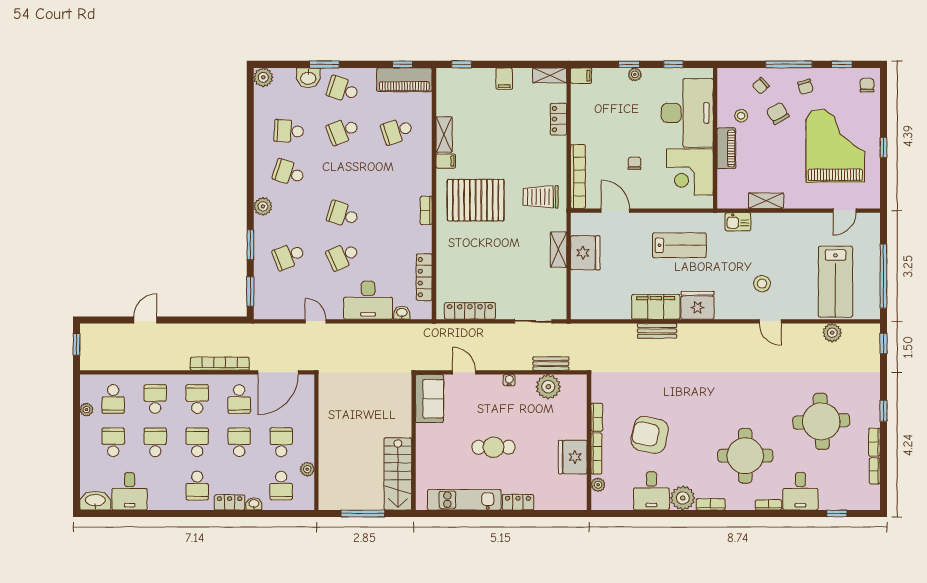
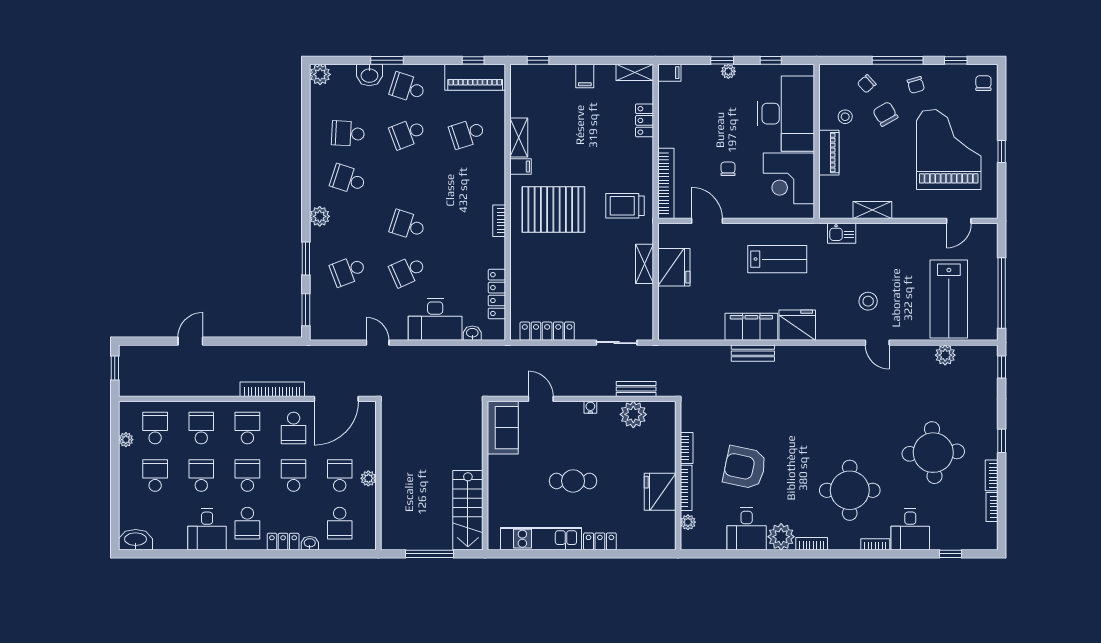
school desk: (113, 399) -> (155, 428), turned 180
plant: (307, 469) -> (368, 478), moved
desk: (130, 491) -> (207, 529), moved

